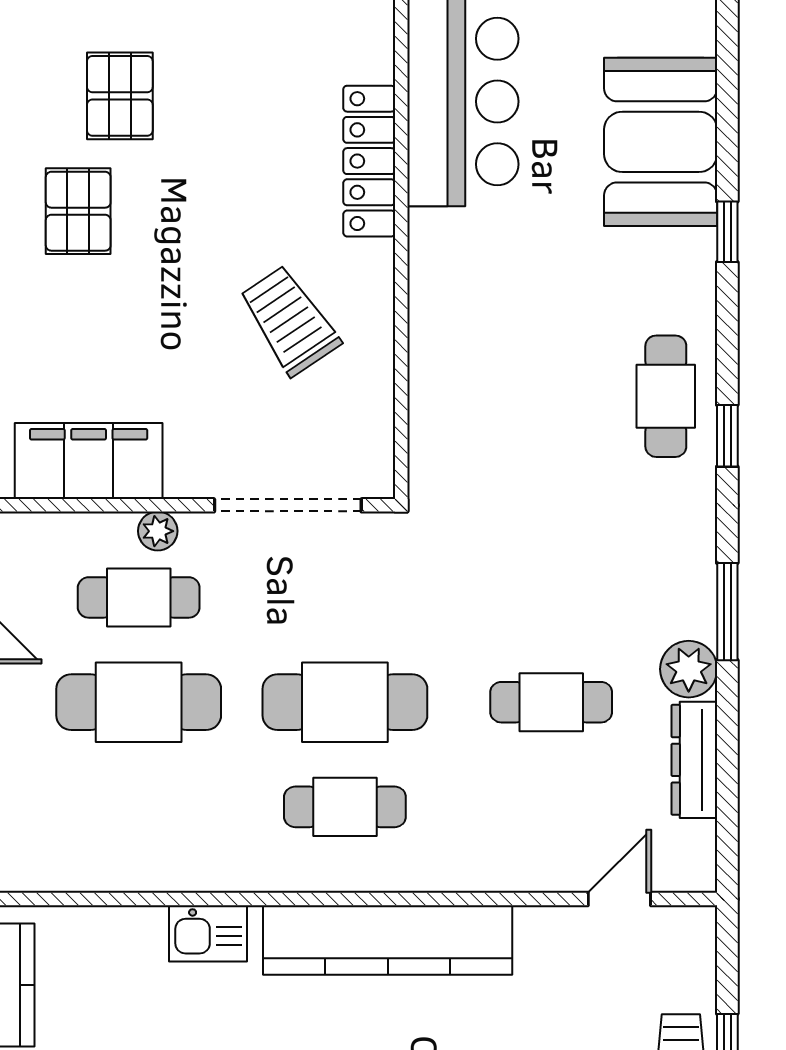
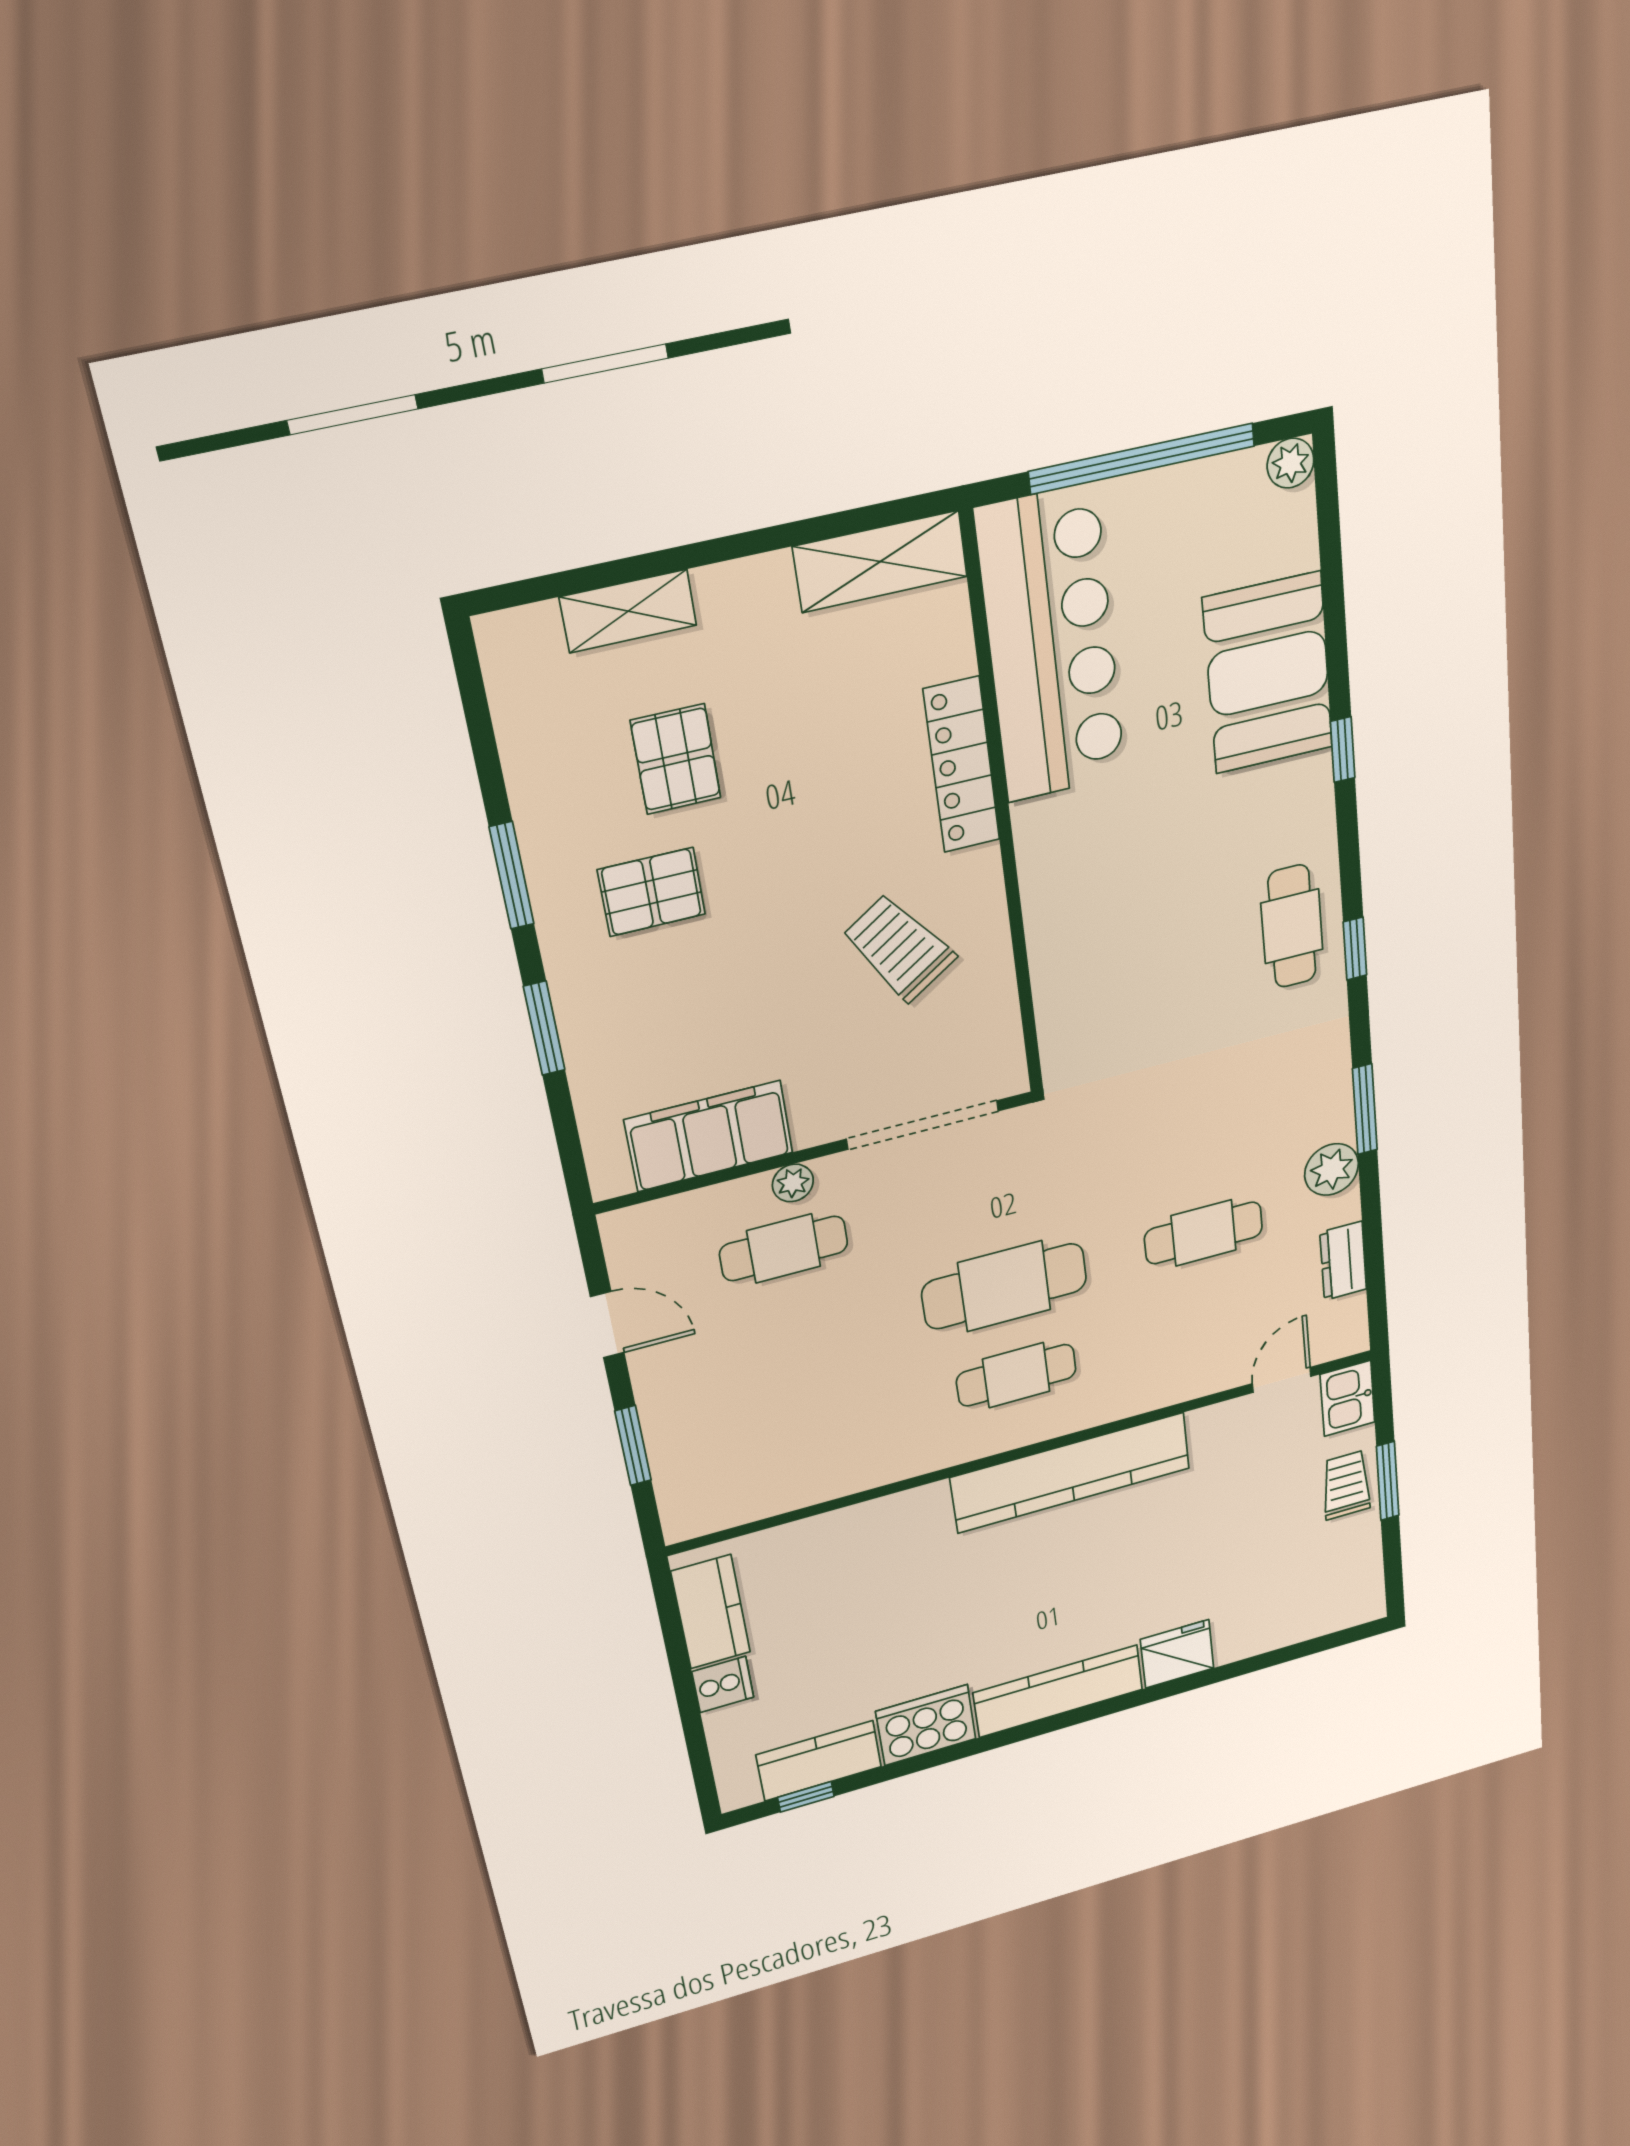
pallet: (78, 211) -> (651, 892), turned 90
cafe table: (139, 702) -> (800, 1341), removed
dresser: (694, 760) -> (1343, 1261), width x0.70
kitchen sink: (208, 933) -> (1347, 1398), moved, turned 90

